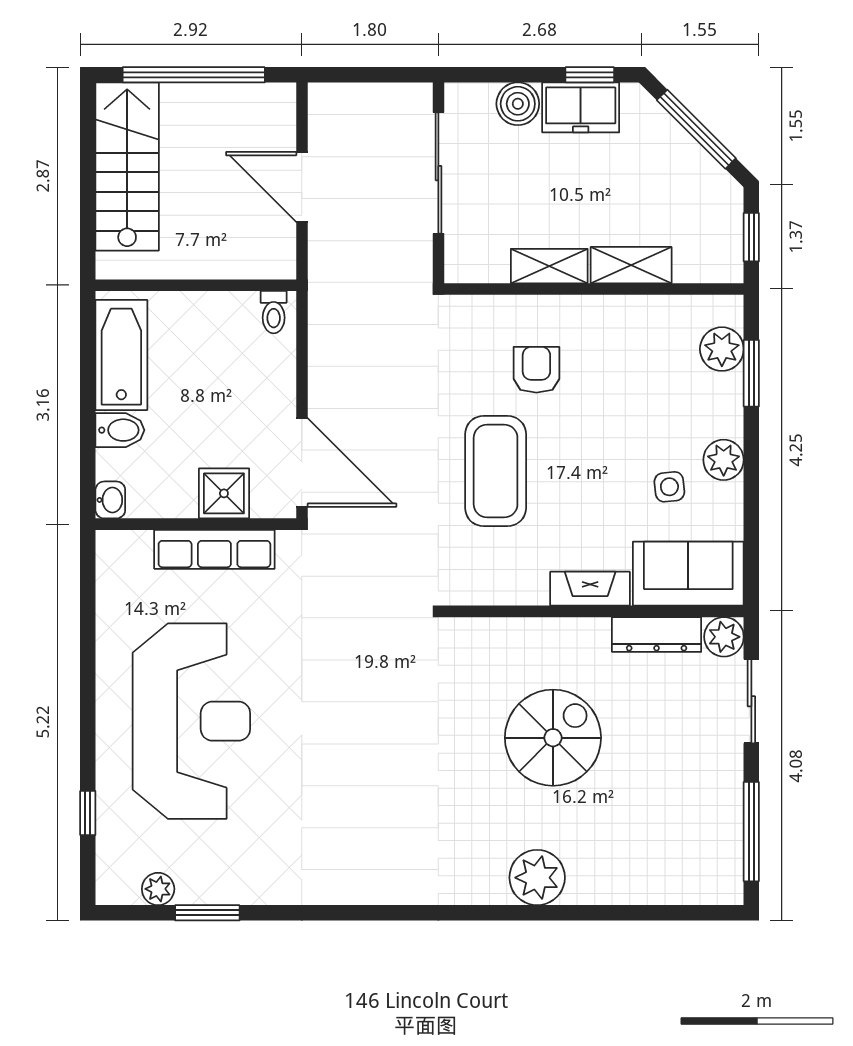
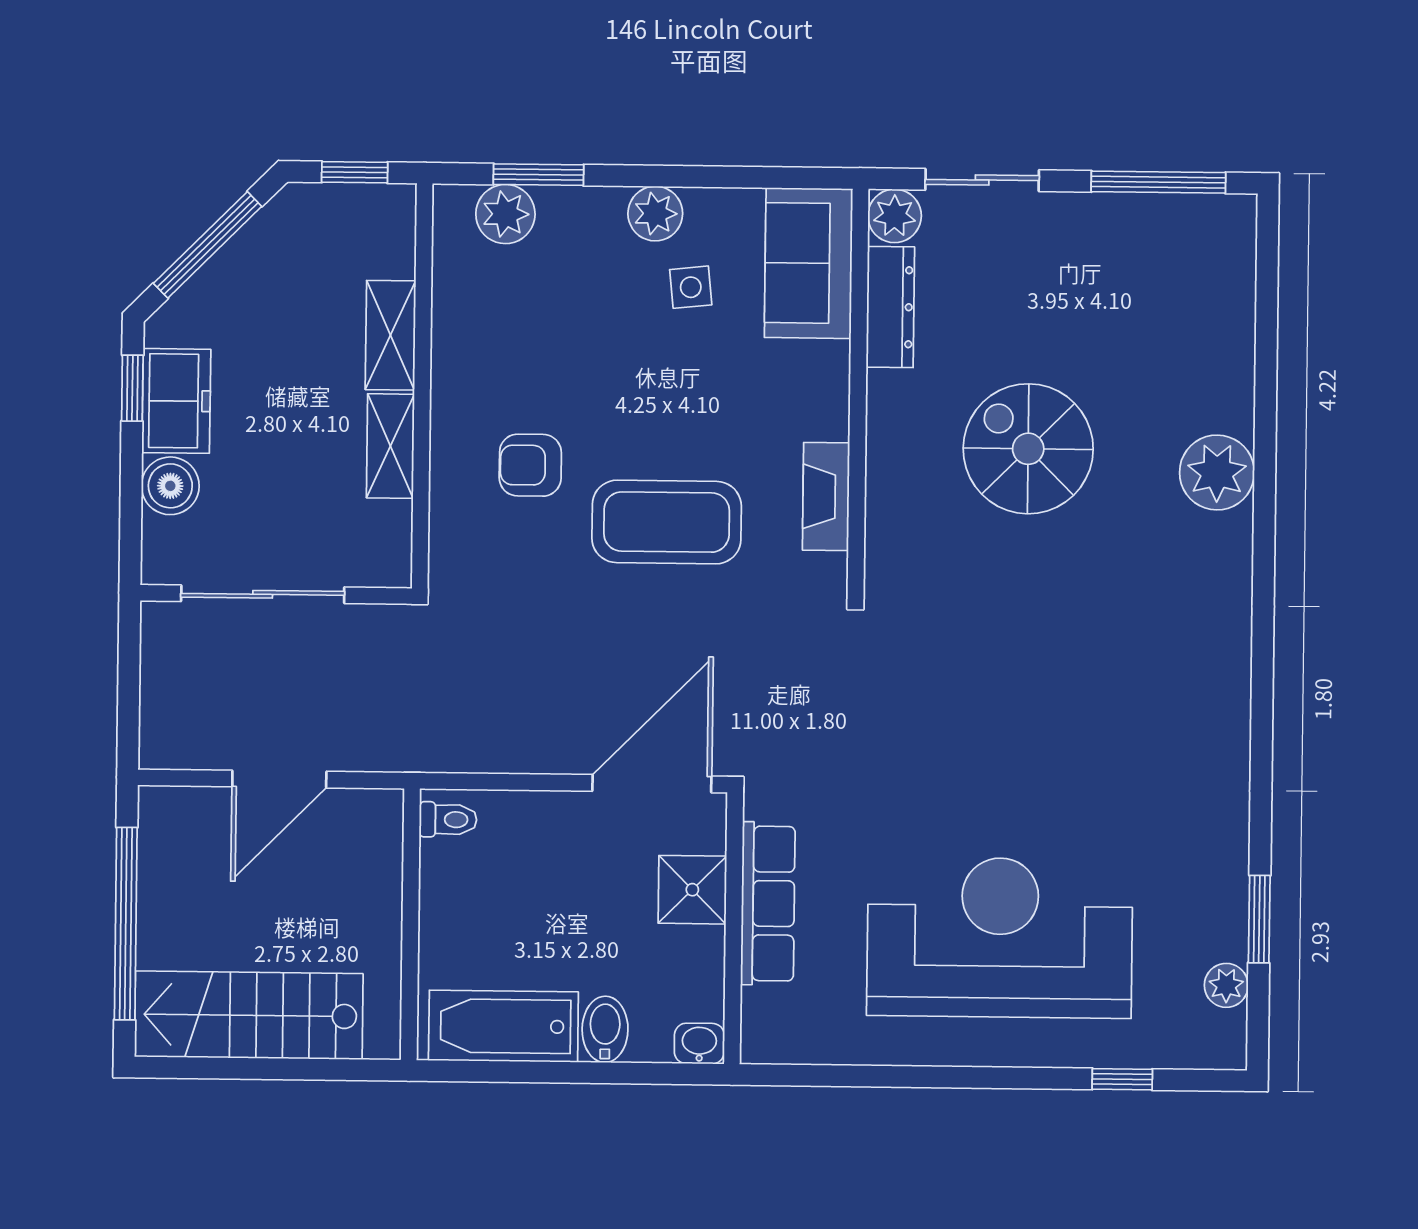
fireplace: (590, 589) -> (826, 496), moved

